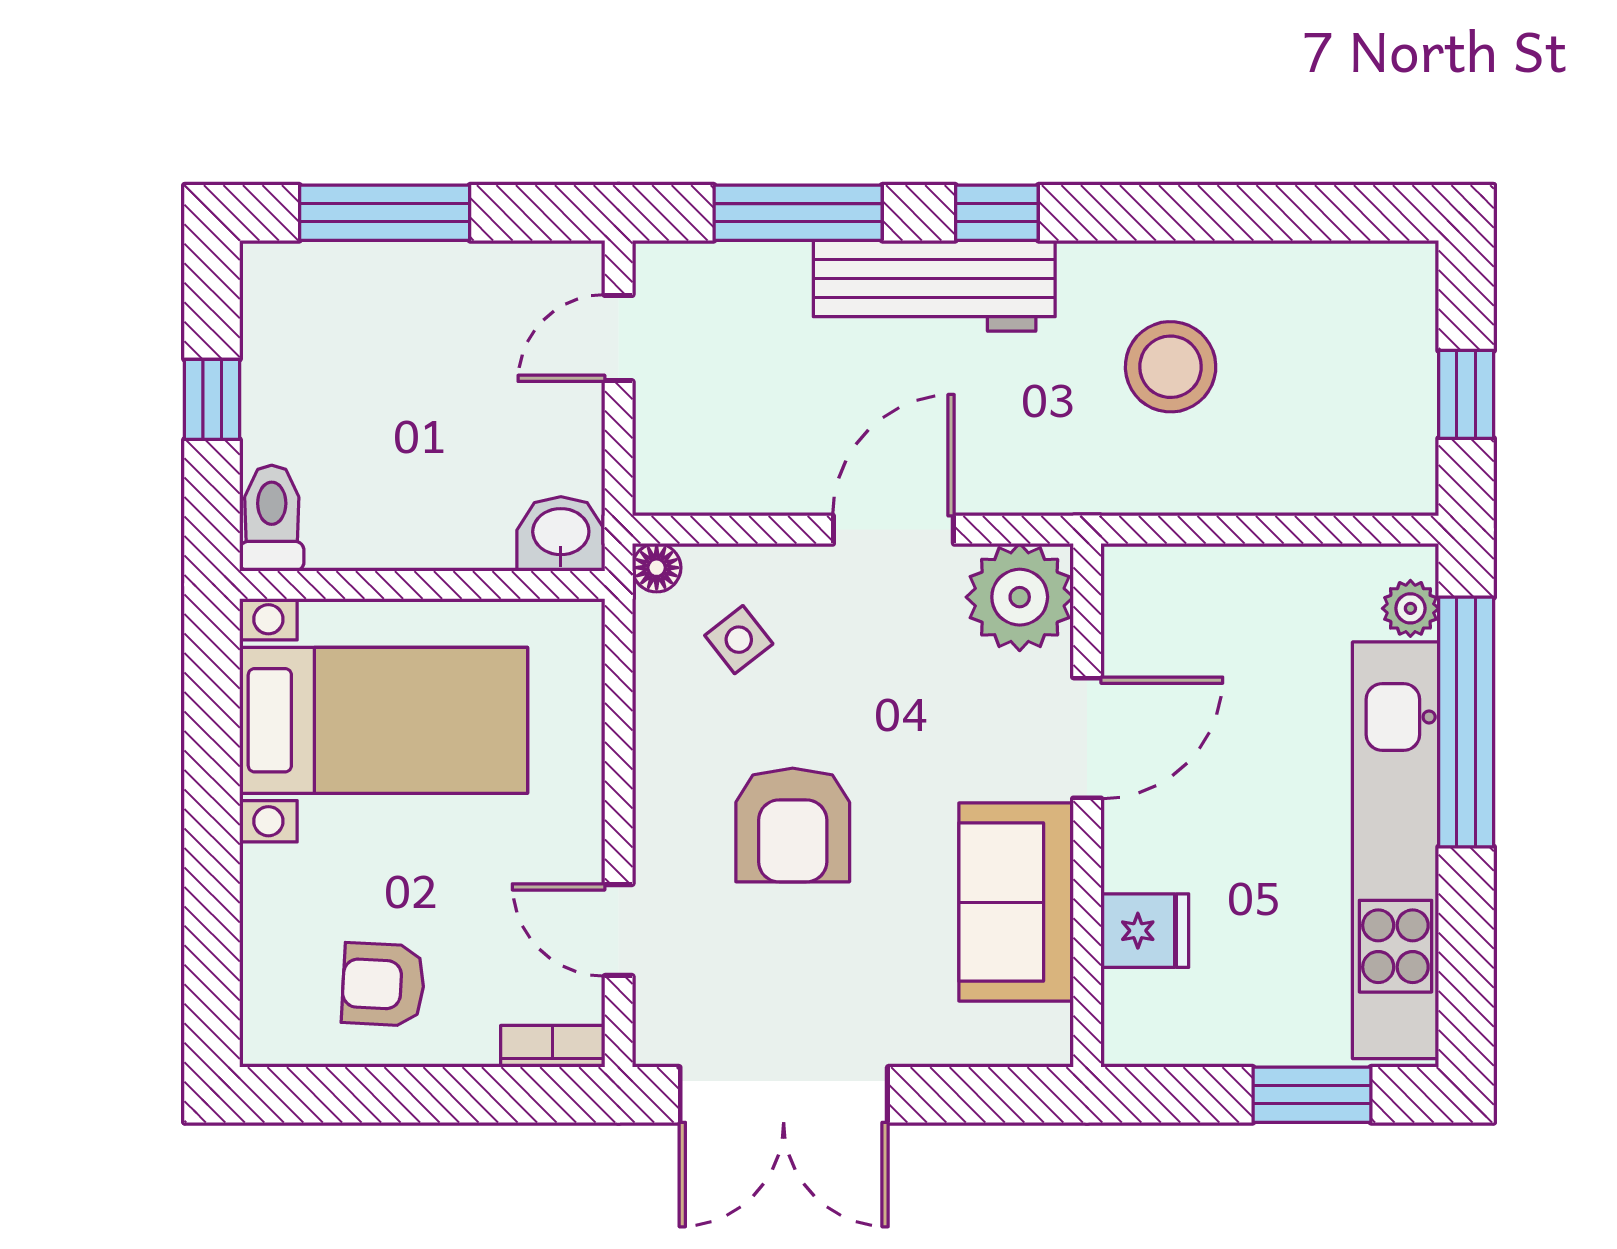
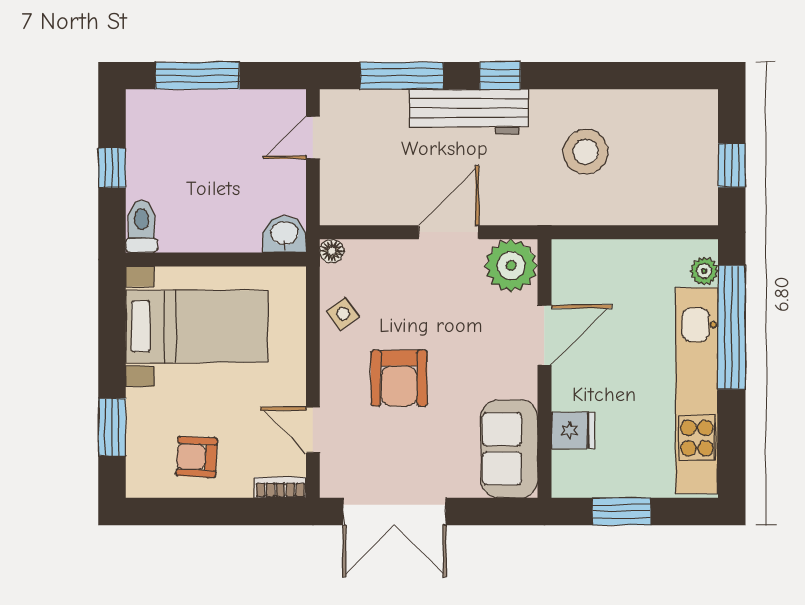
side table: (739, 640) -> (343, 314), moved
sofa: (1016, 902) -> (509, 449), moved
window: (212, 924) -> (112, 427), added
window: (1312, 1095) -> (622, 511), moved

